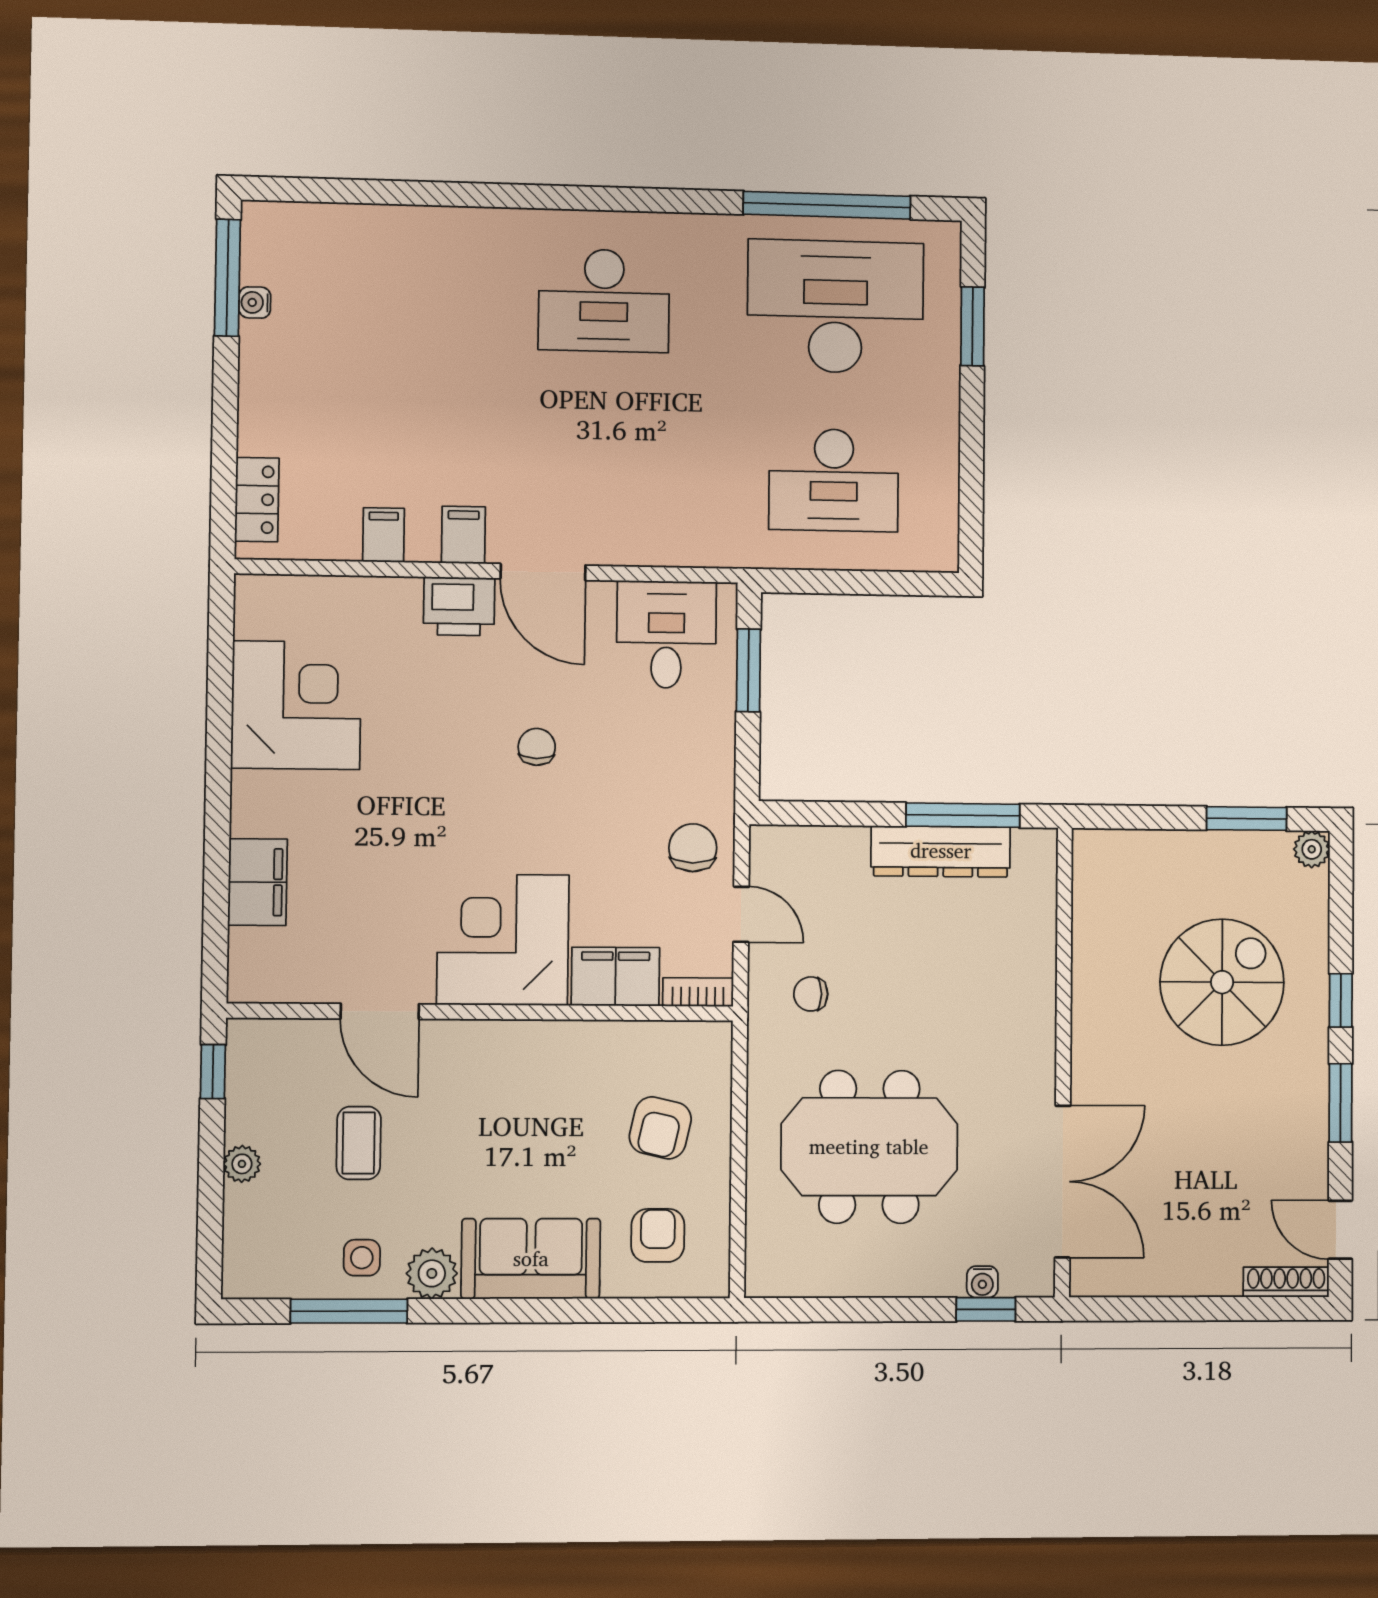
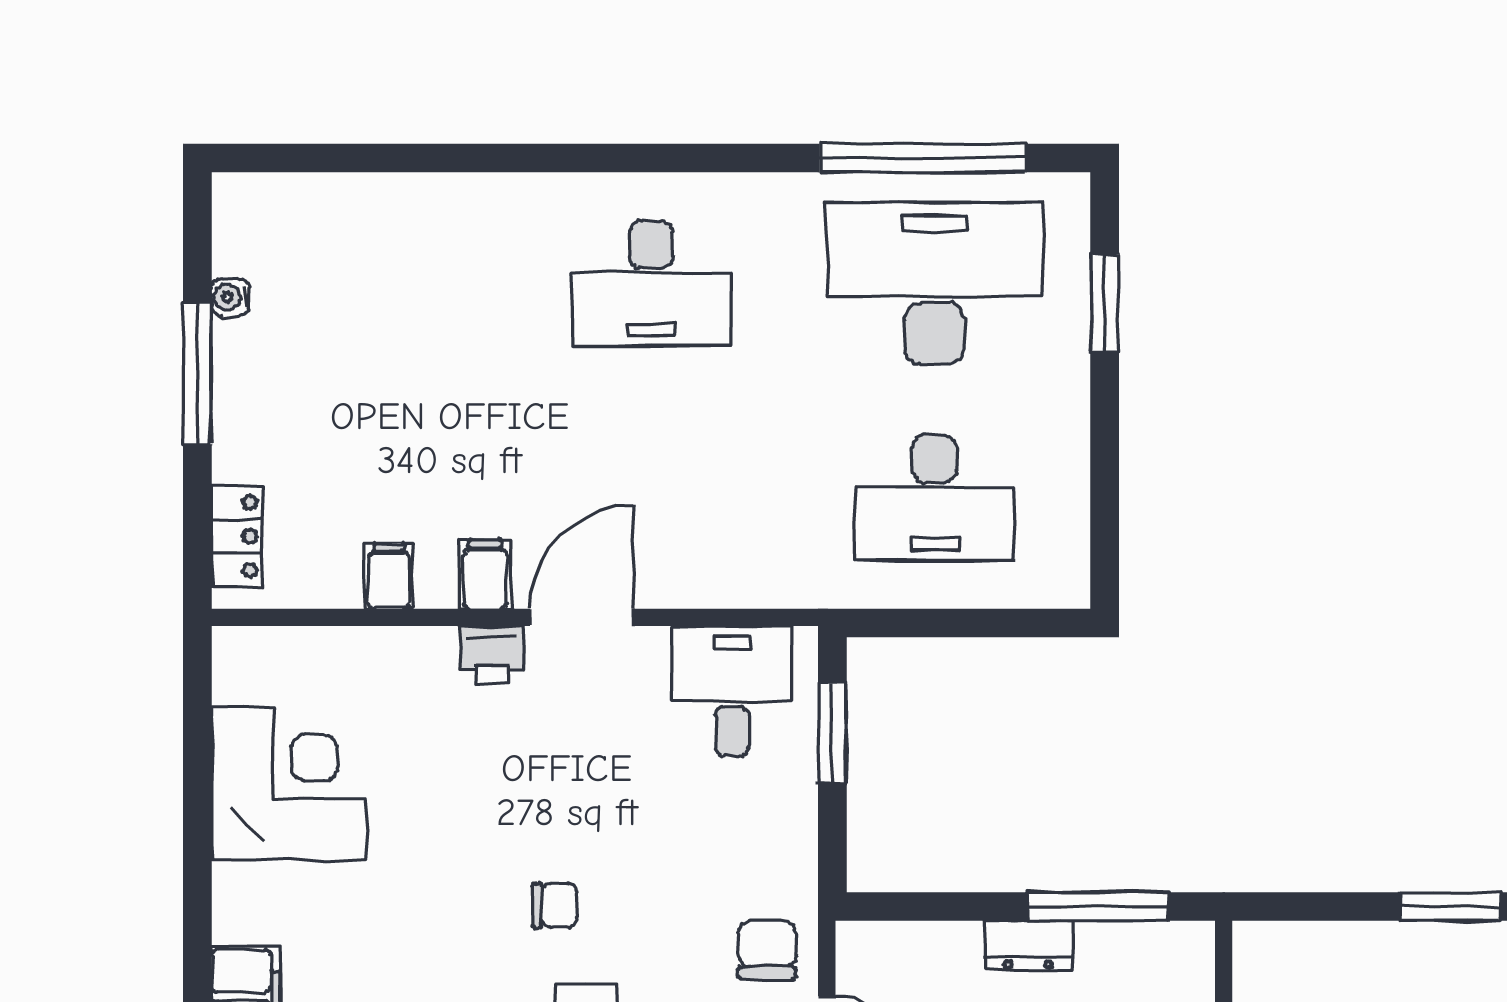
window: (227, 278) -> (197, 373), moved
door: (543, 572) -> (581, 617), swing flipped
printer: (459, 606) -> (492, 654), width x0.73, depth x0.81
chair: (537, 747) -> (555, 906), moved, turned 89
dresser: (941, 851) -> (1028, 945), width x0.51, depth x0.80

